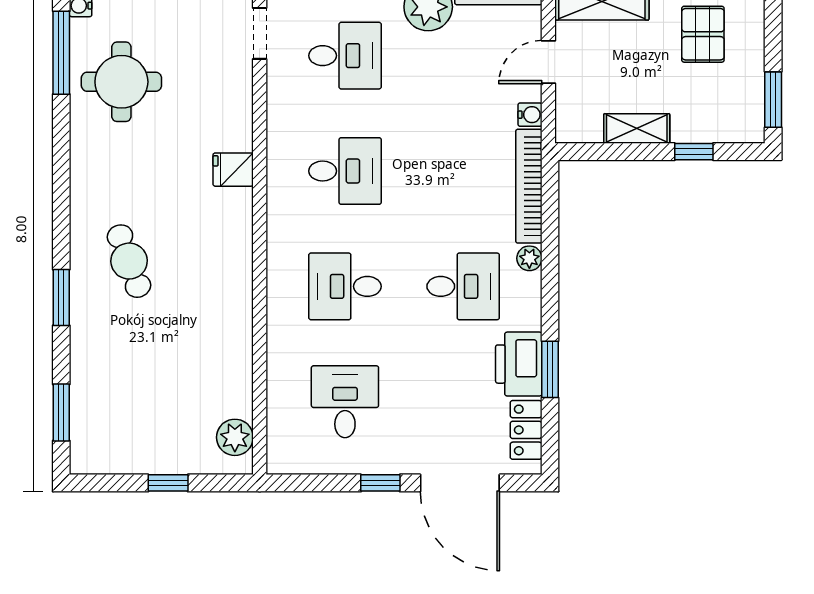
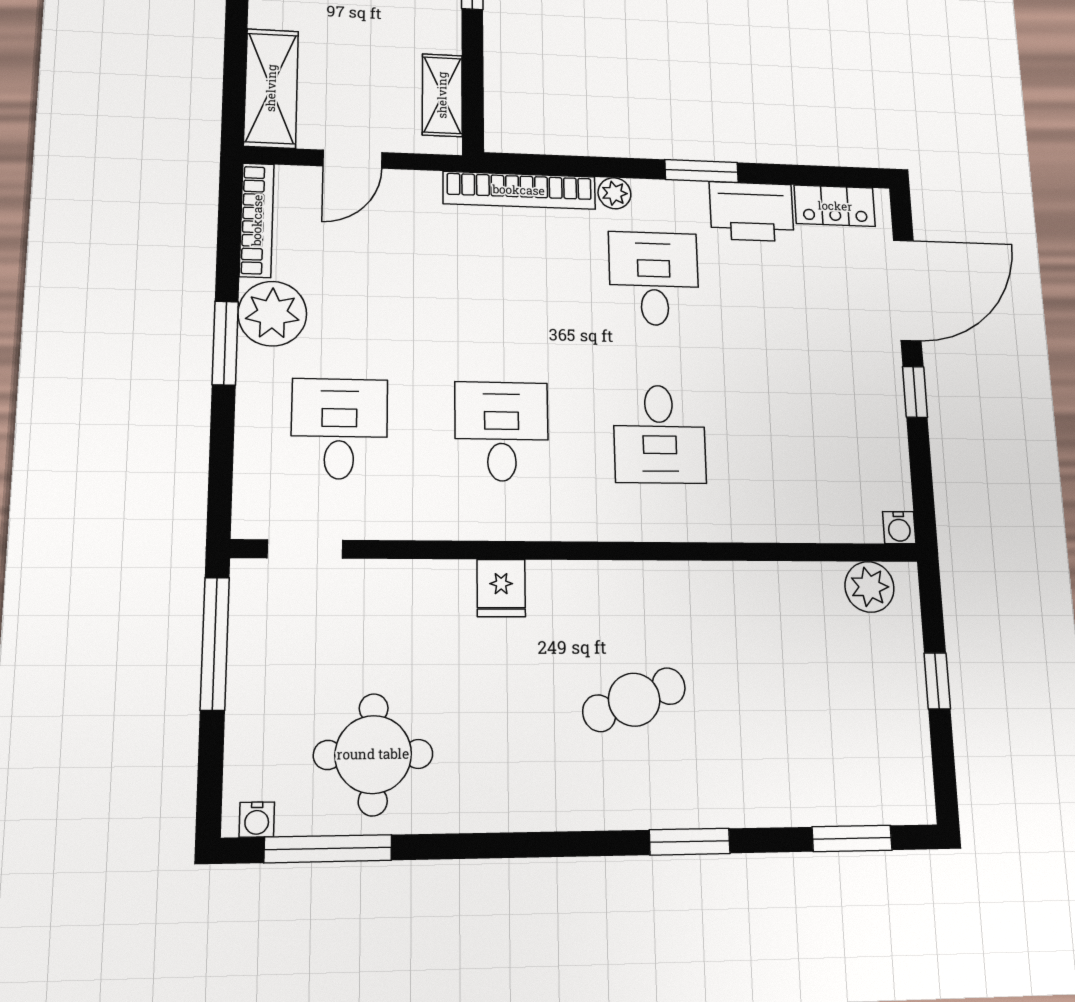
door: (548, 62) -> (352, 159), hinge flipped
water cooler: (530, 115) -> (899, 528), moved, turned 180
shelving: (637, 129) -> (442, 95), moved
cafe table: (129, 261) -> (634, 700), moved
window: (550, 369) -> (702, 171), moved
desk: (345, 402) -> (813, 437), removed

